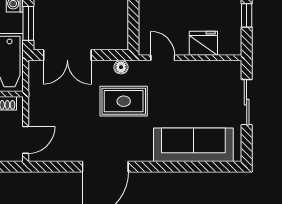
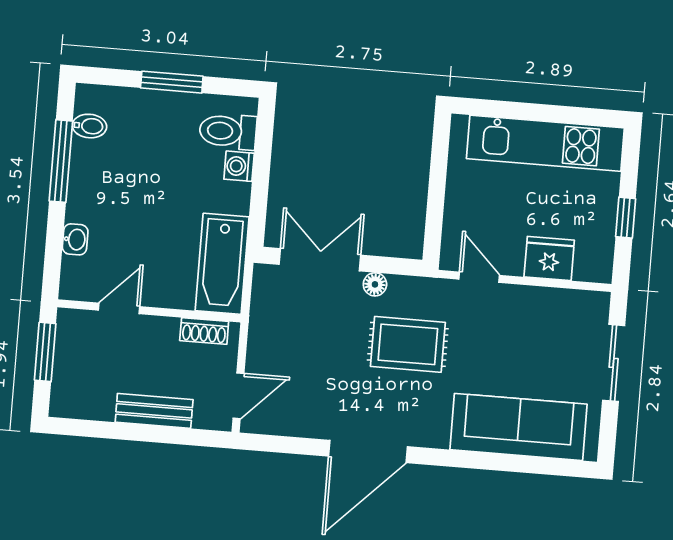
window: (28, 23) -> (259, 201), removed
double door: (67, 55) -> (320, 260), swing flipped
floor lamp: (121, 67) -> (375, 284), moved

